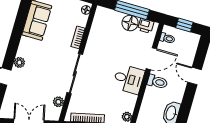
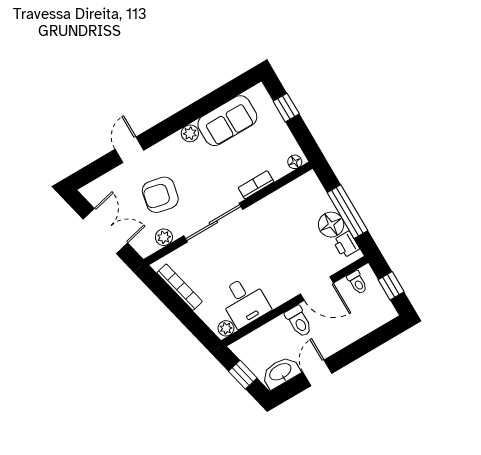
plant: (19, 62) -> (190, 133), moved
door: (195, 76) -> (317, 373), moved
desk: (129, 79) -> (244, 302), moved
armchair: (38, 84) -> (160, 195), added

